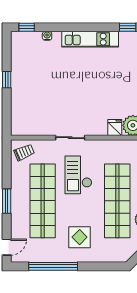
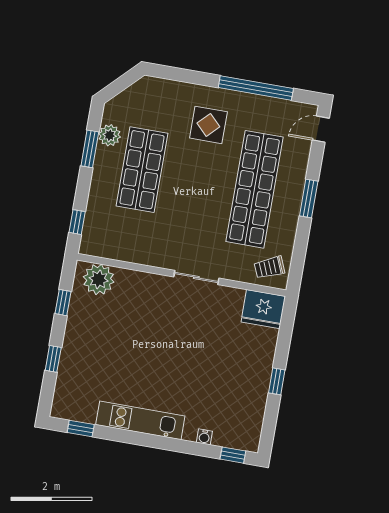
fridge: (115, 127) -> (263, 309), moved, width x1.88, depth x1.34
checkout: (78, 175) -> (194, 219), removed
shop shelf: (117, 201) -> (142, 170), width x0.71

